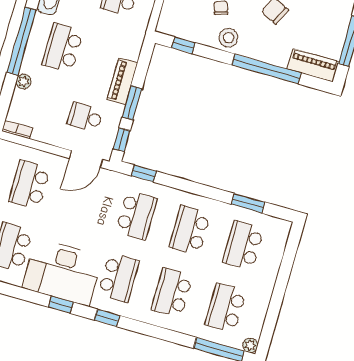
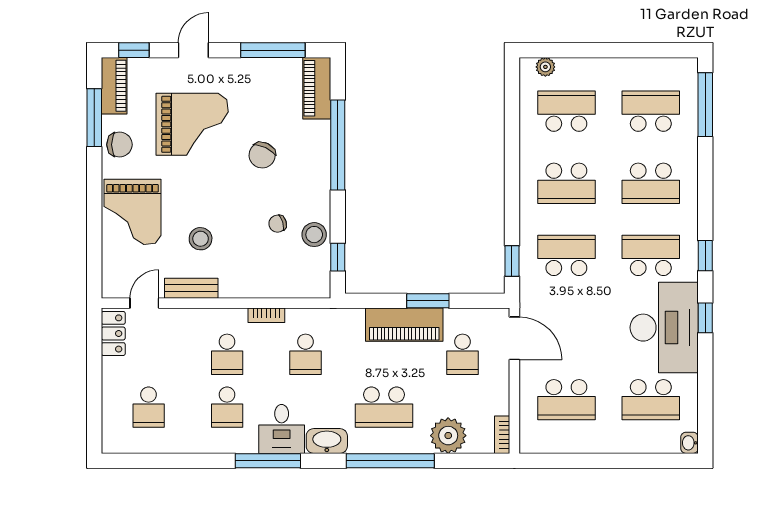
stool: (229, 38) -> (314, 235), moved
plant: (24, 81) -> (448, 436), width x1.88, depth x1.88
piano: (122, 81) -> (404, 325), width x1.37, depth x1.33
window: (122, 140) -> (478, 301), removed
window: (248, 203) -> (512, 120), removed
school desk: (243, 245) -> (566, 111), turned 180
school desk: (225, 308) -> (651, 111), turned 180
plant: (250, 345) -> (545, 67), moved

